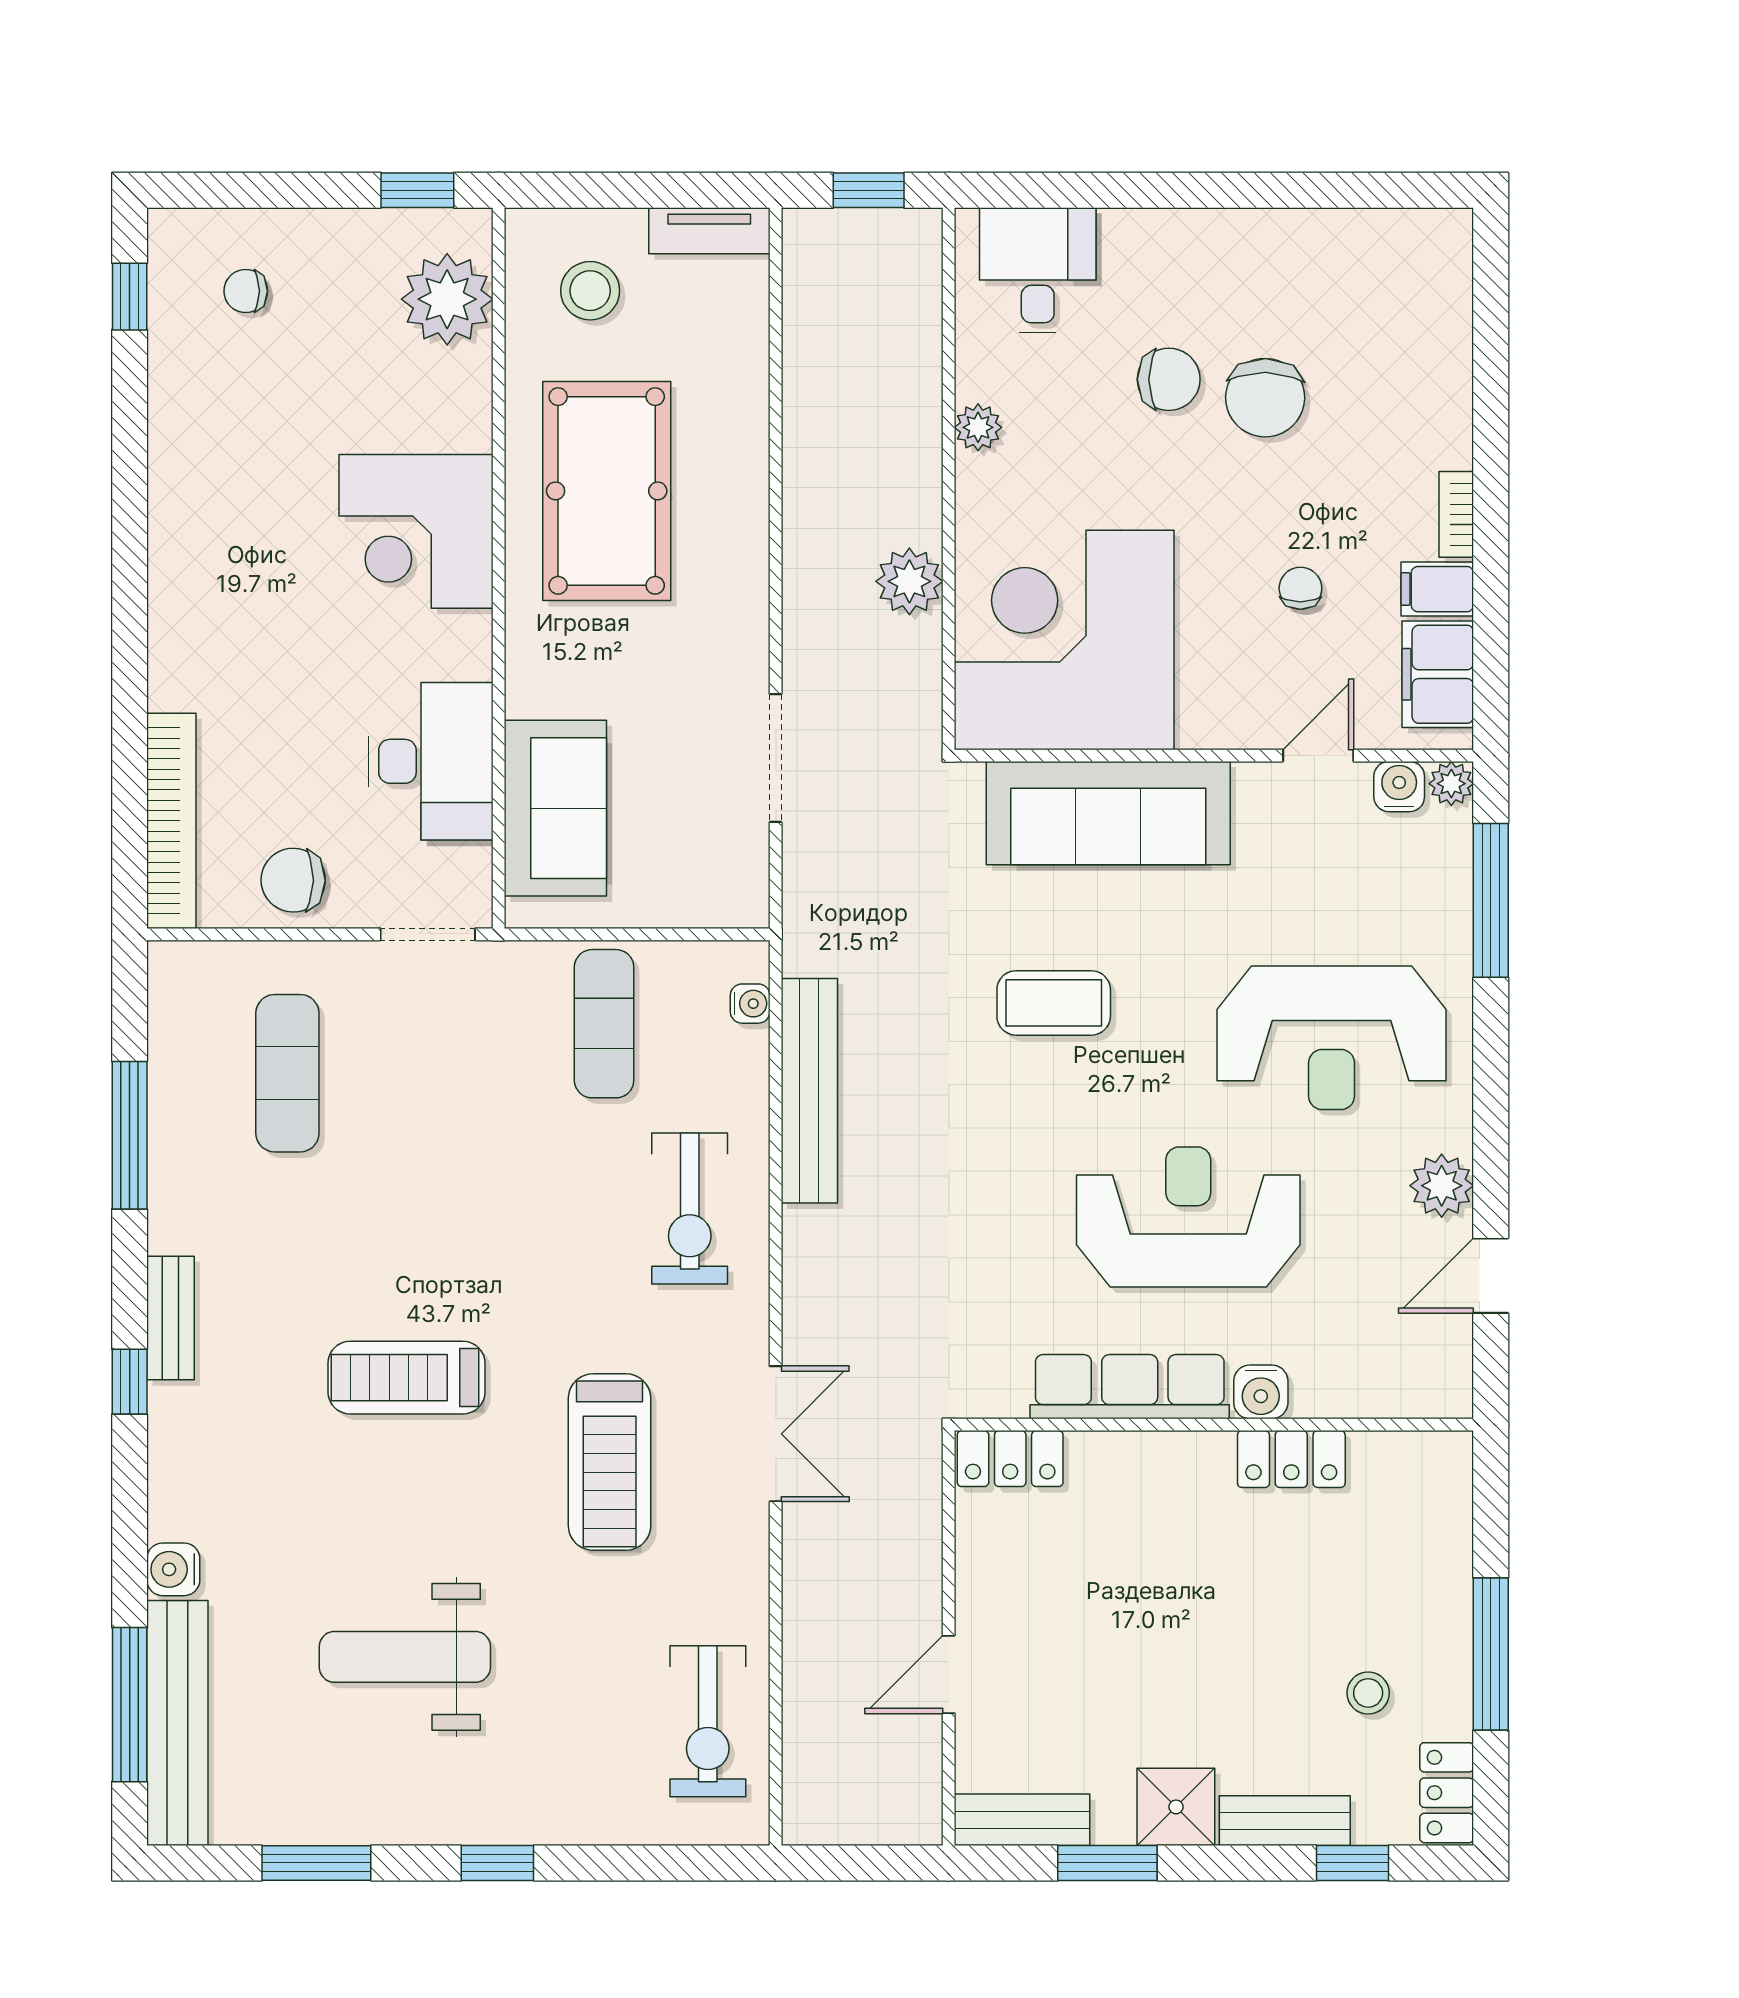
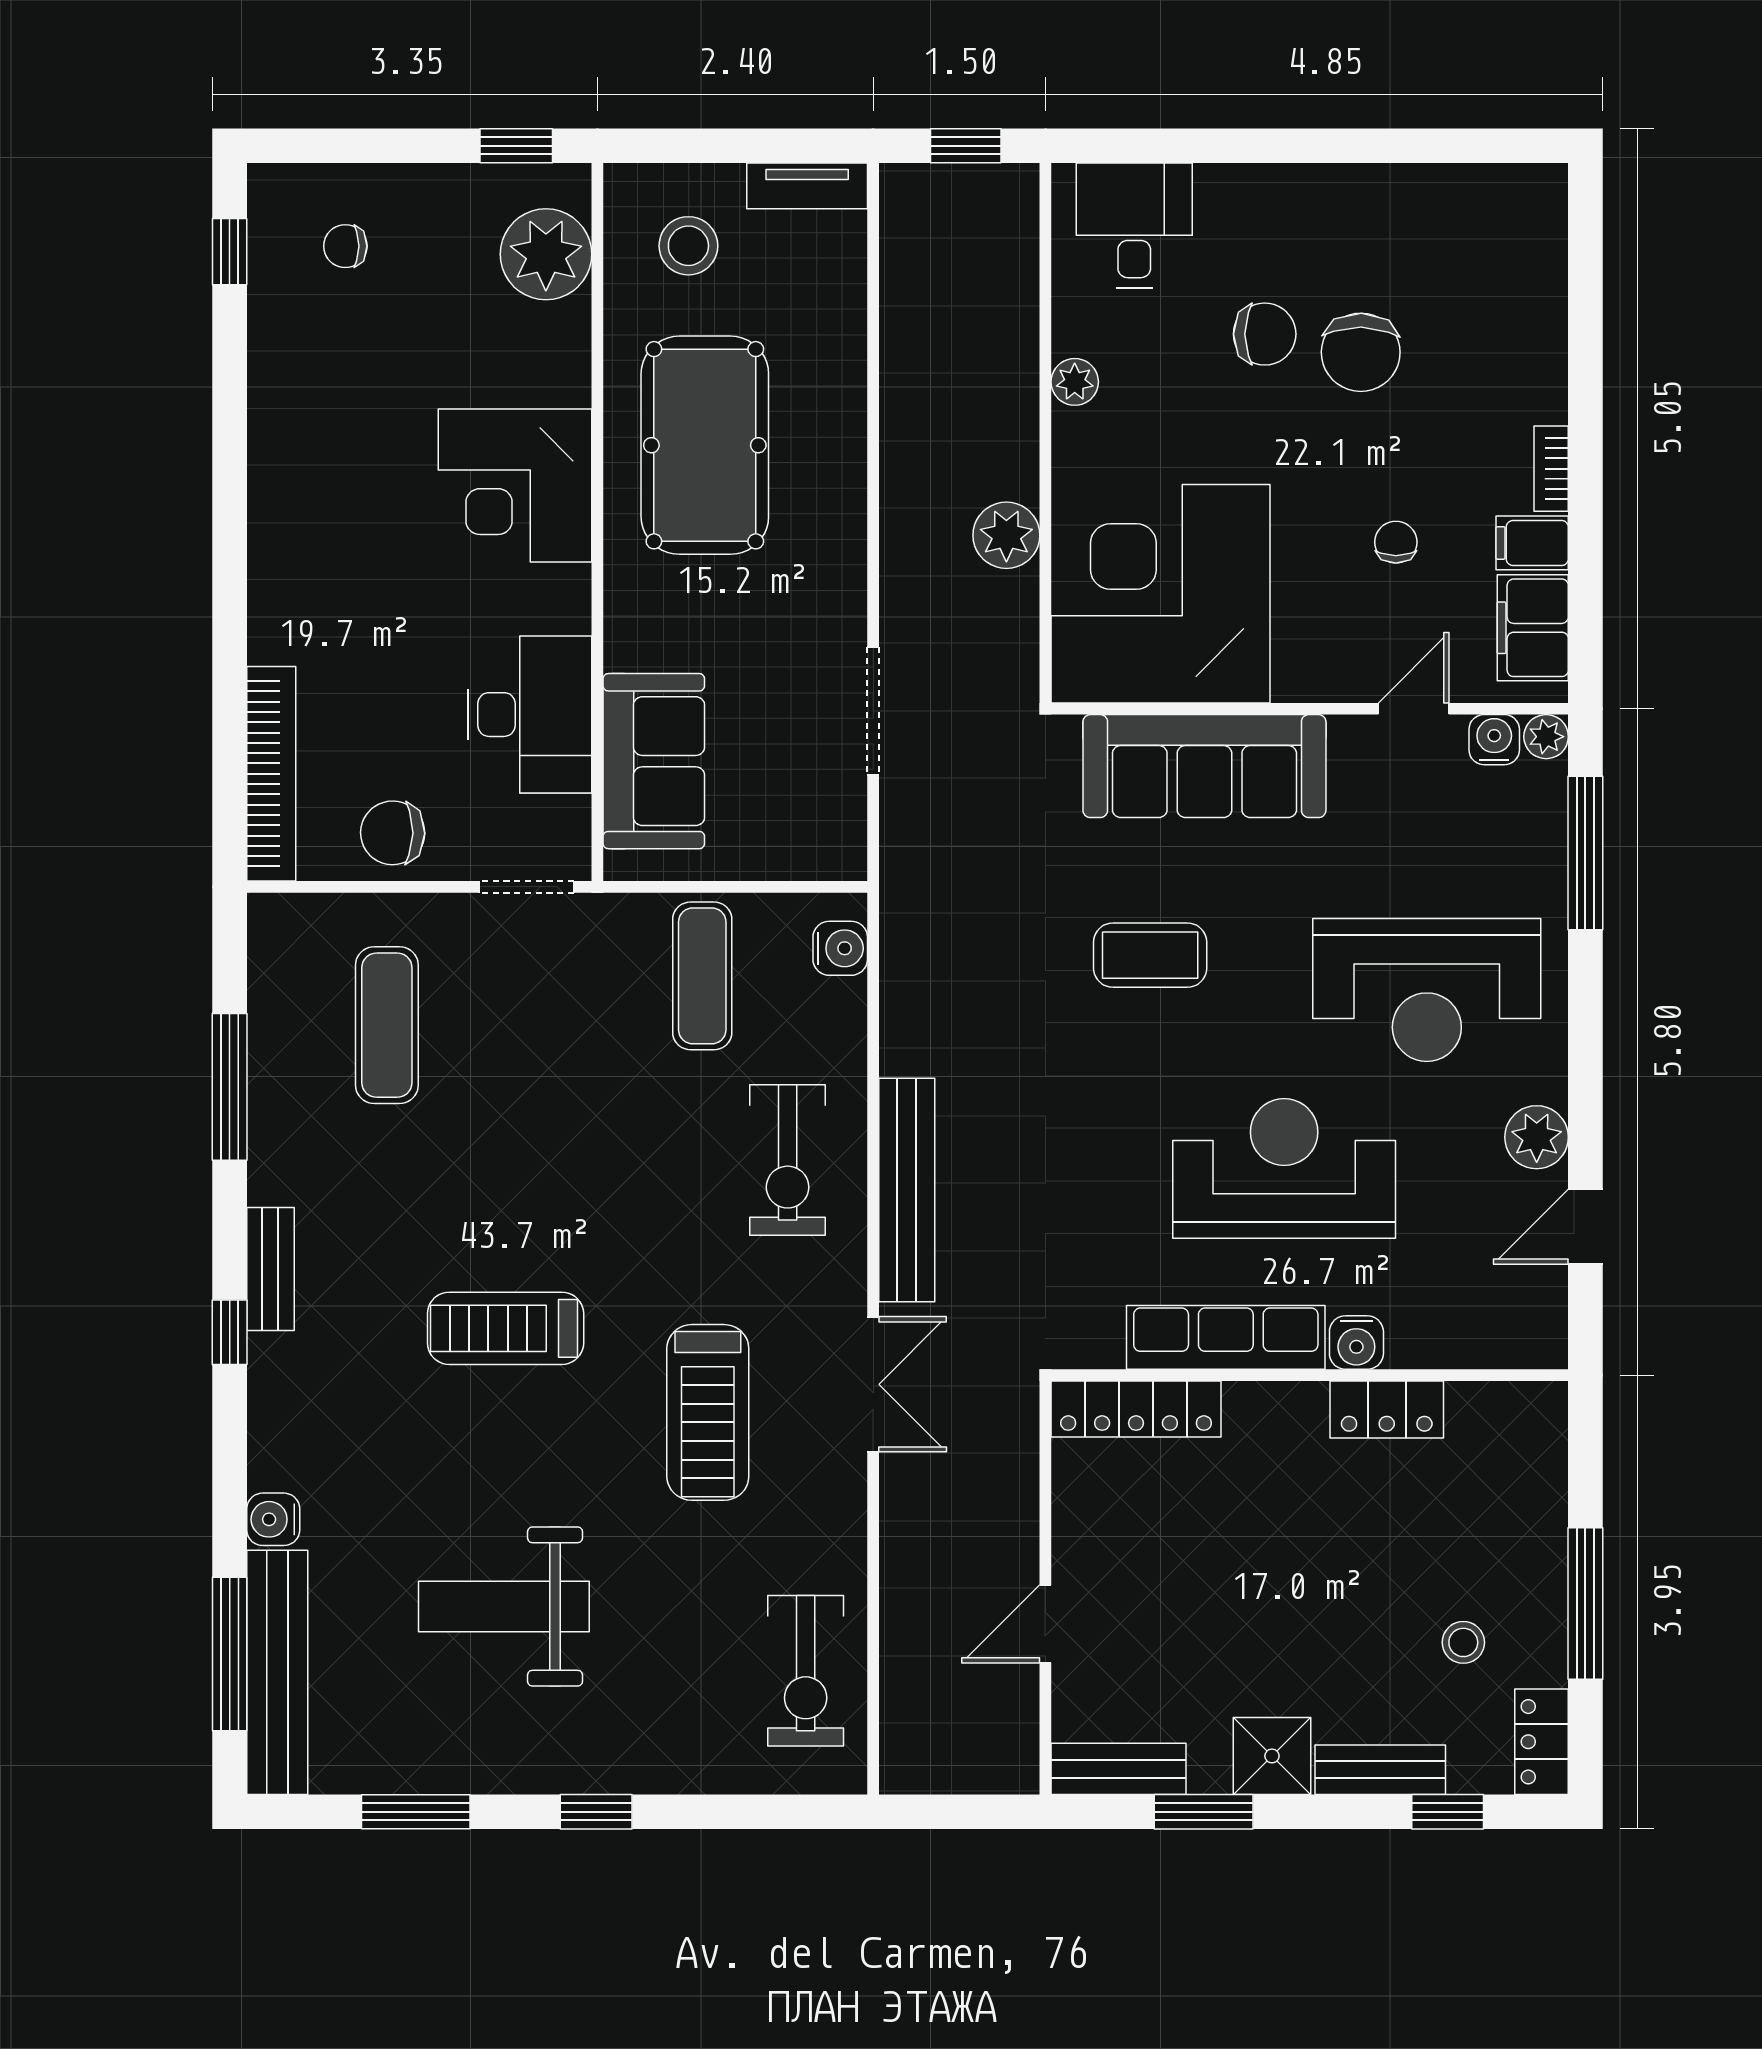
water cooler: (750, 1004) -> (840, 948), width x1.38, depth x1.38
bench: (809, 1091) -> (907, 1190), moved
locker: (1010, 1459) -> (1136, 1409), width x1.53

